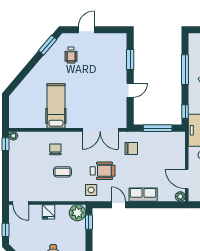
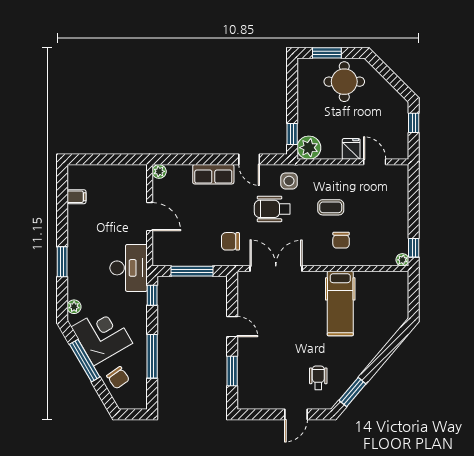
door: (130, 90) -> (232, 327), swing flipped
door: (187, 179) -> (150, 217), moved
door: (21, 203) -> (375, 162), moved

